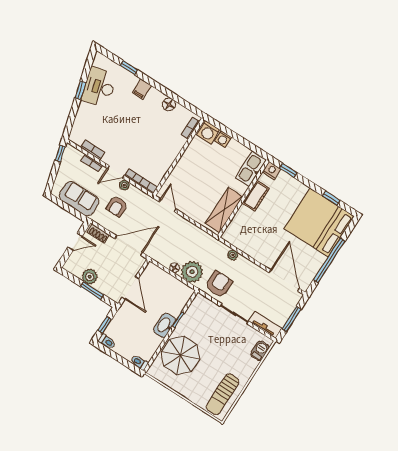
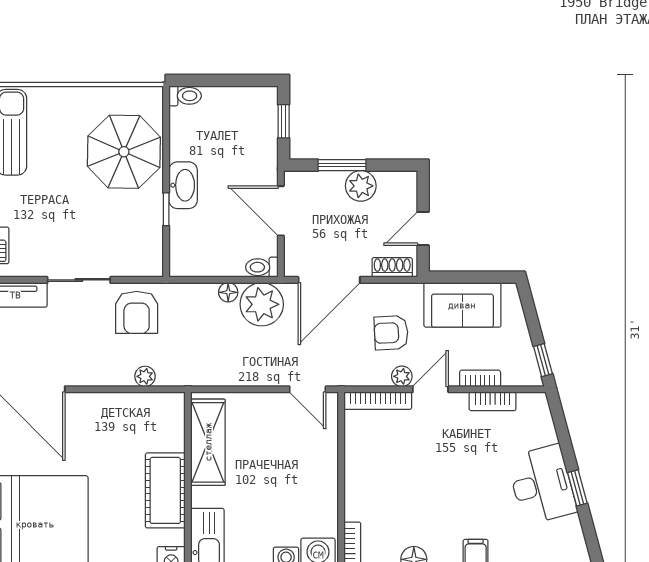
desk: (99, 87) -> (542, 485), moved
cot: (256, 196) -> (165, 490), width x1.37, depth x1.34
armchair: (117, 206) -> (391, 333), turned -93
plant: (192, 272) -> (262, 304), moved
toilet: (107, 342) -> (262, 267), moved

